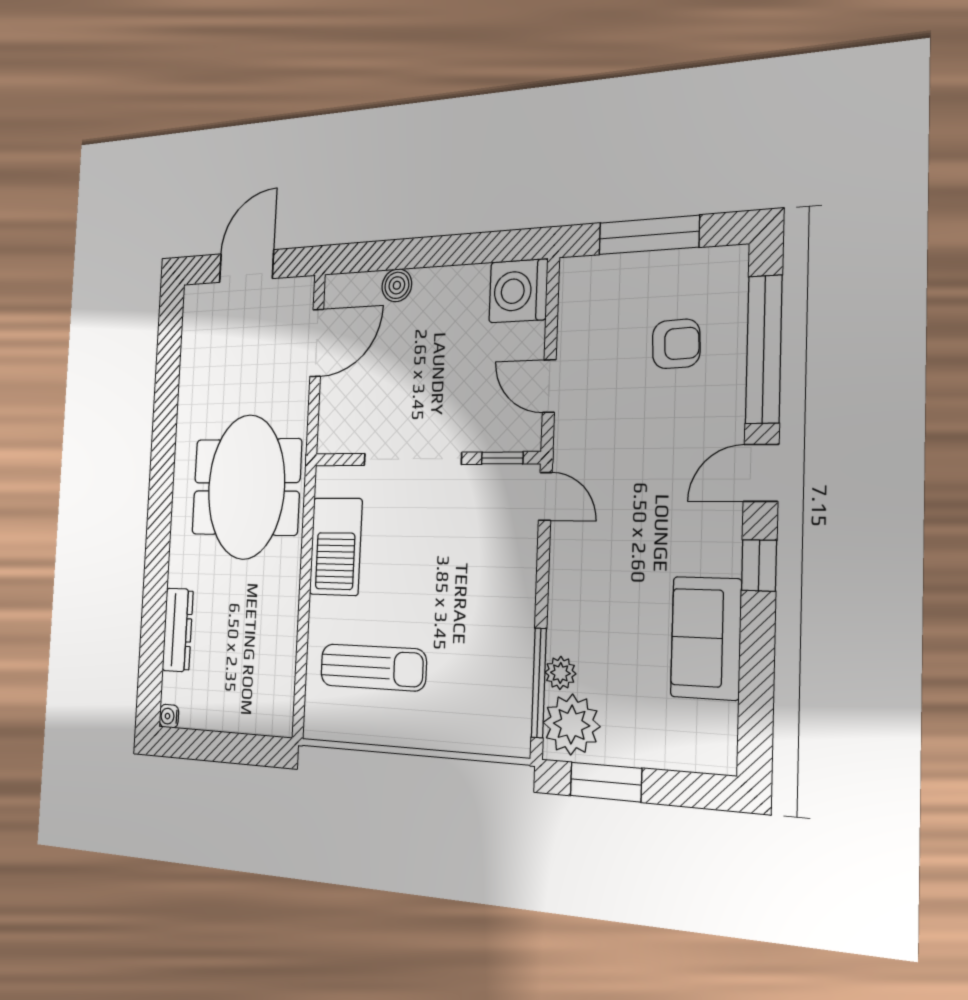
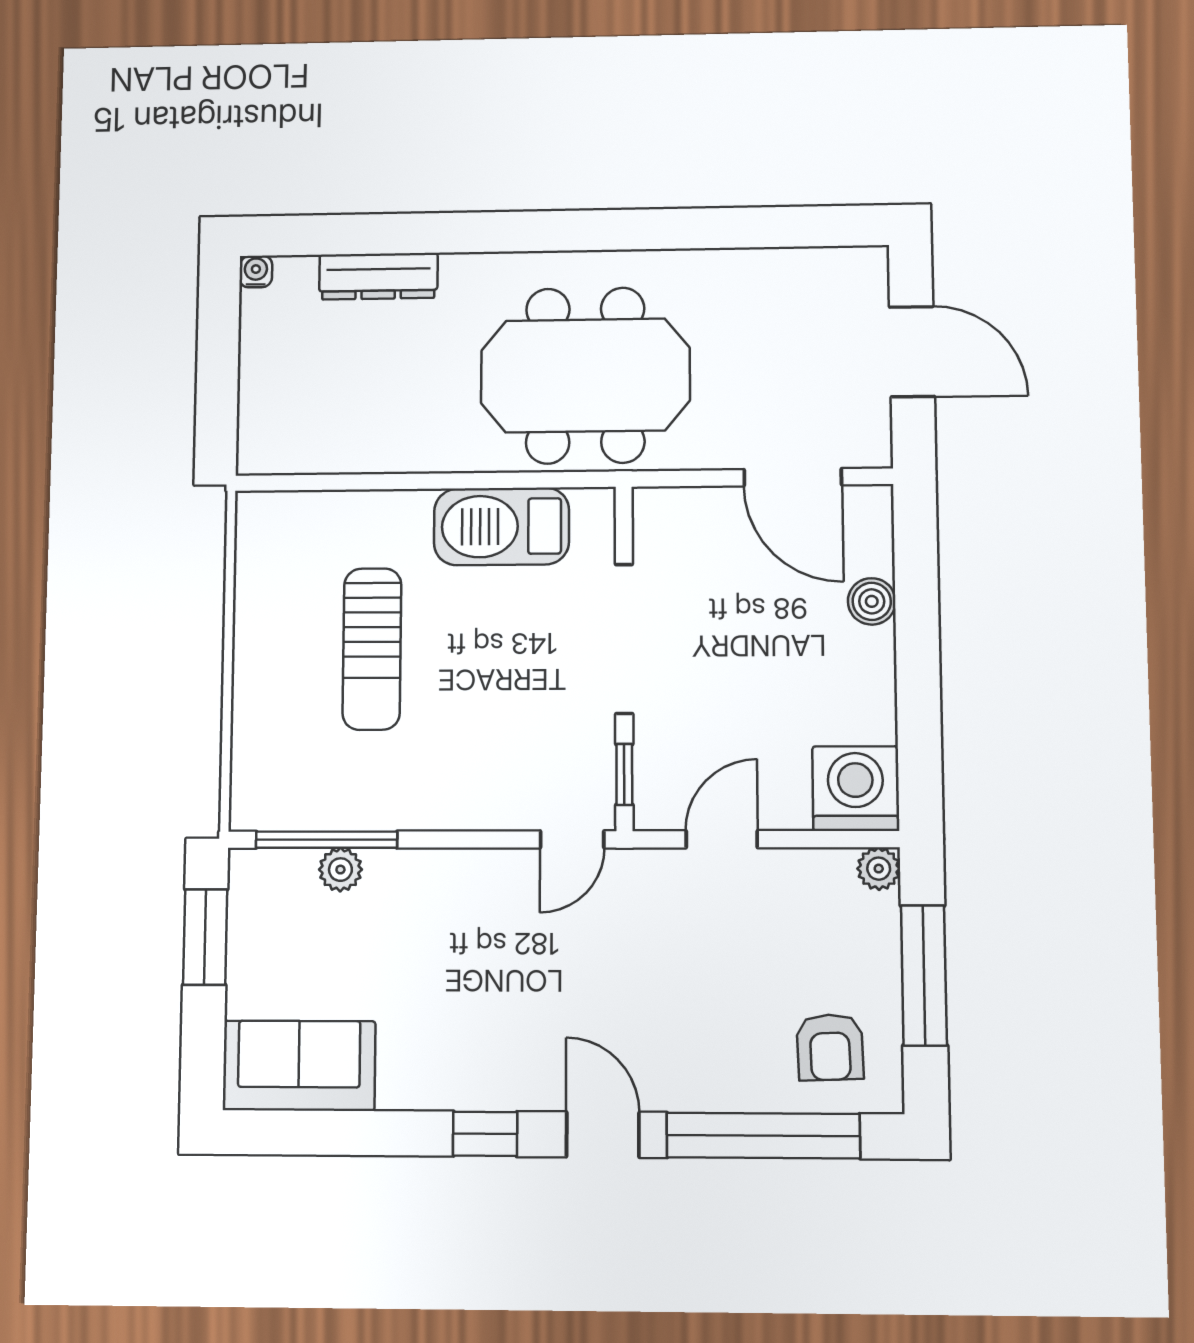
armchair: (676, 344) -> (830, 1047), moved
sofa: (706, 638) -> (299, 1066), moved
sun lounger: (373, 667) -> (372, 649), moved
plant: (572, 724) -> (879, 869), moved, width x0.53, depth x0.53

